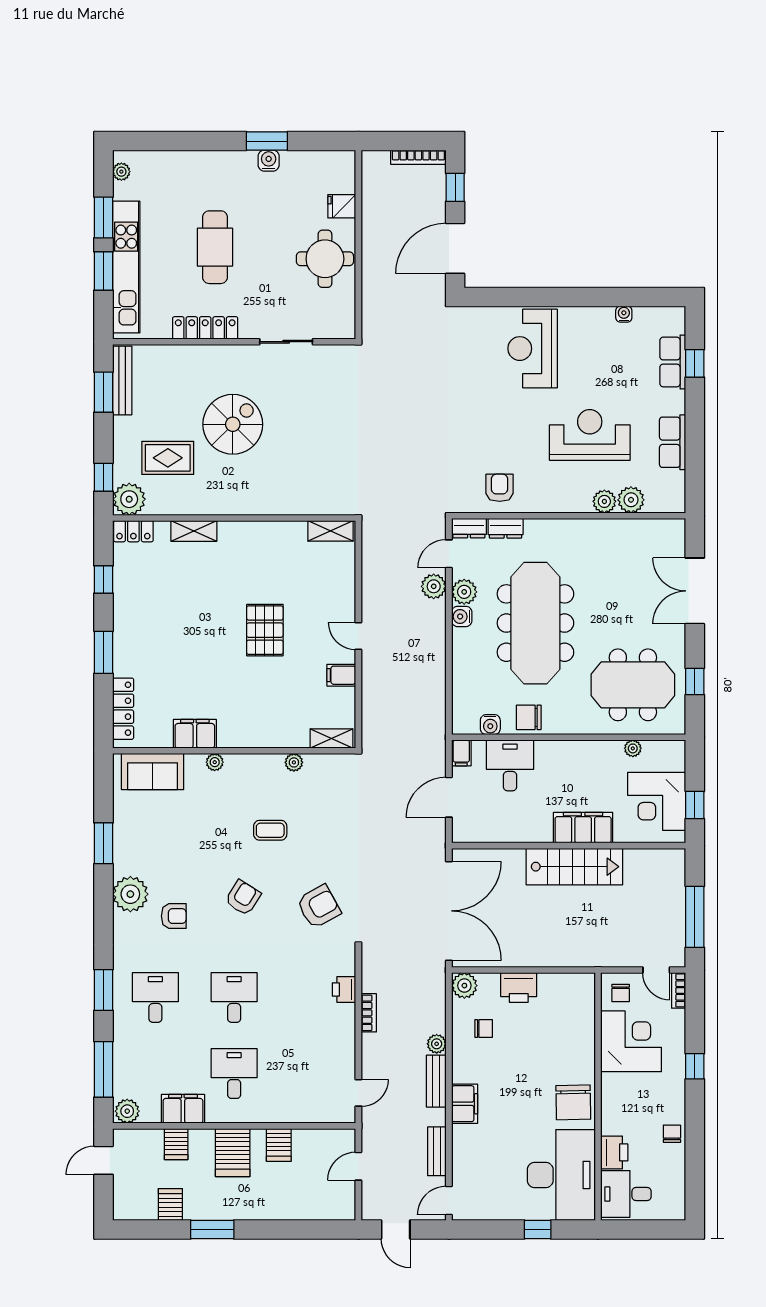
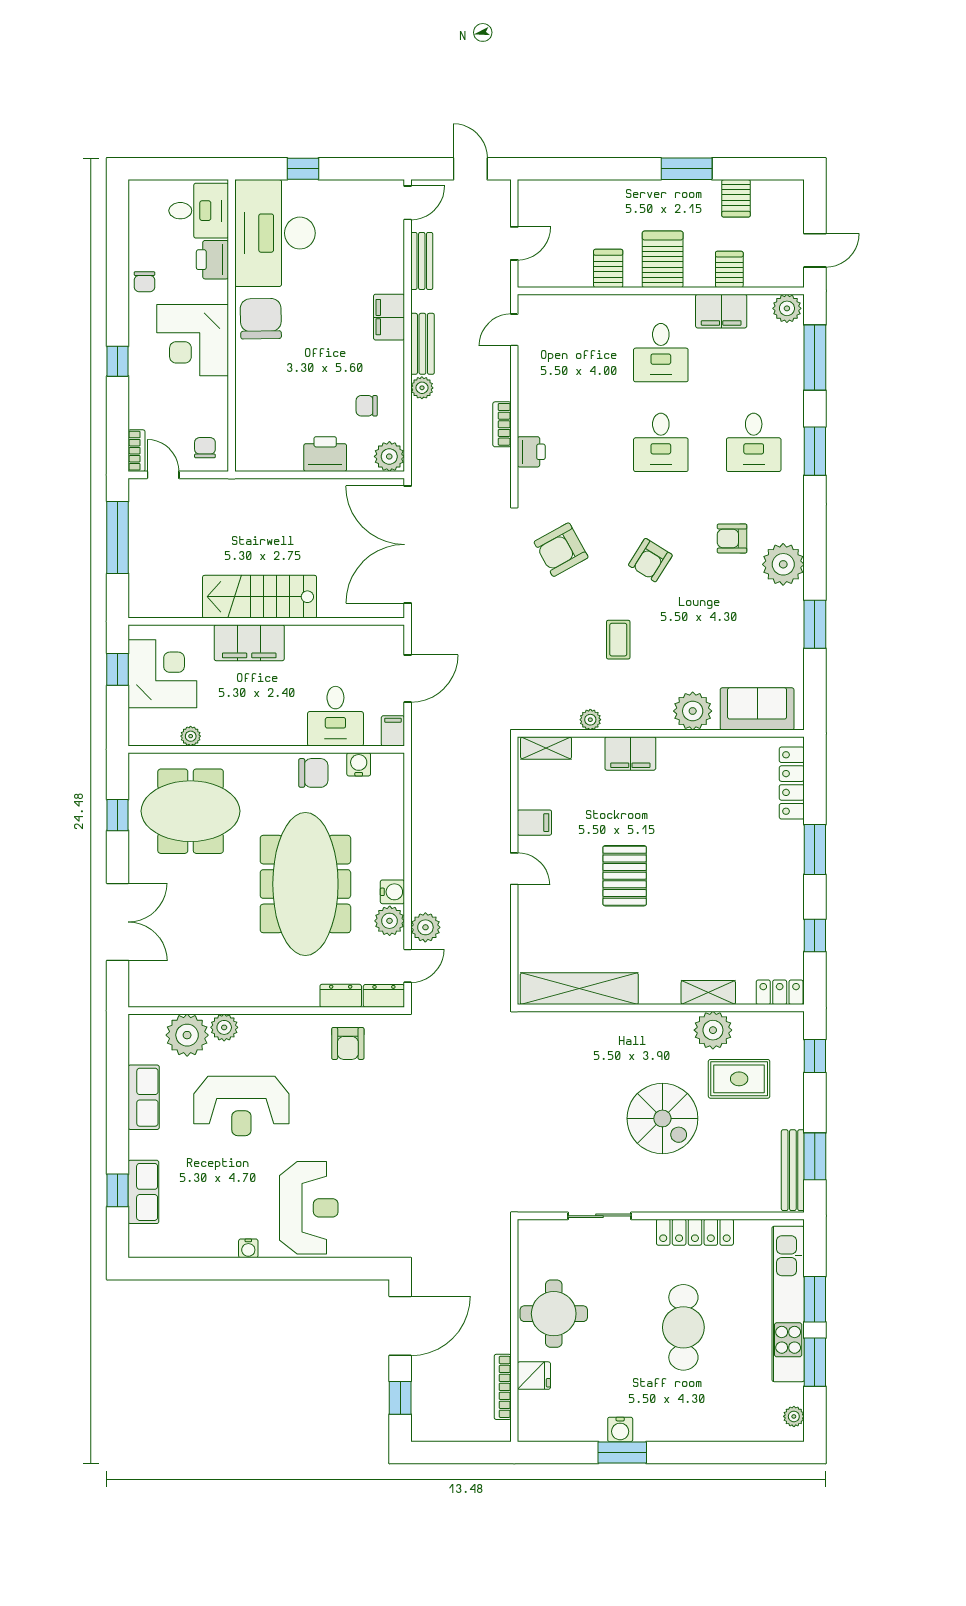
bookcase: (418, 157) -> (503, 1387), moved, turned -90
water cooler: (624, 314) -> (248, 1248), moved
spiral stairs: (233, 424) -> (662, 1118), turned -90
plant: (129, 499) -> (713, 1030), moved
plant: (631, 500) -> (187, 1035), width x1.36, depth x1.36
shelving: (330, 531) -> (579, 989), width x2.20, depth x1.33
filing cabinet: (195, 734) -> (630, 753), moved
plant: (215, 762) -> (693, 711), width x1.87, depth x1.87
coffee table: (270, 830) -> (618, 640), turned 90
corner desk: (631, 1041) -> (193, 340), moved

